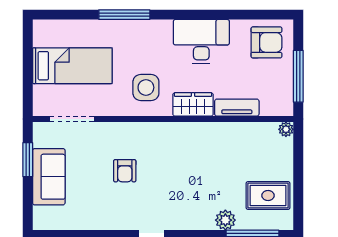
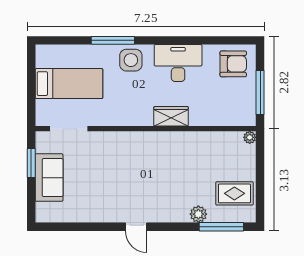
side table: (146, 87) -> (131, 60), moved
tv unit: (237, 108) -> (208, 119), removed
armchair: (125, 171) -> (113, 172), removed

